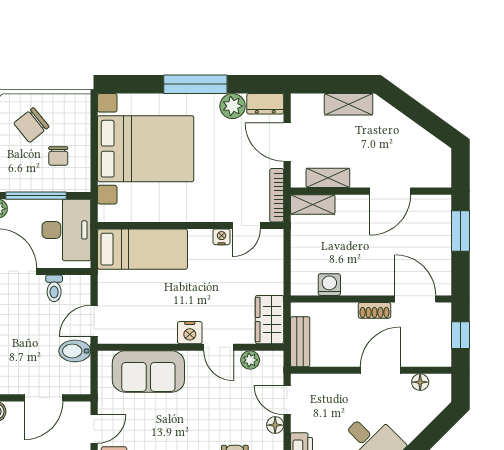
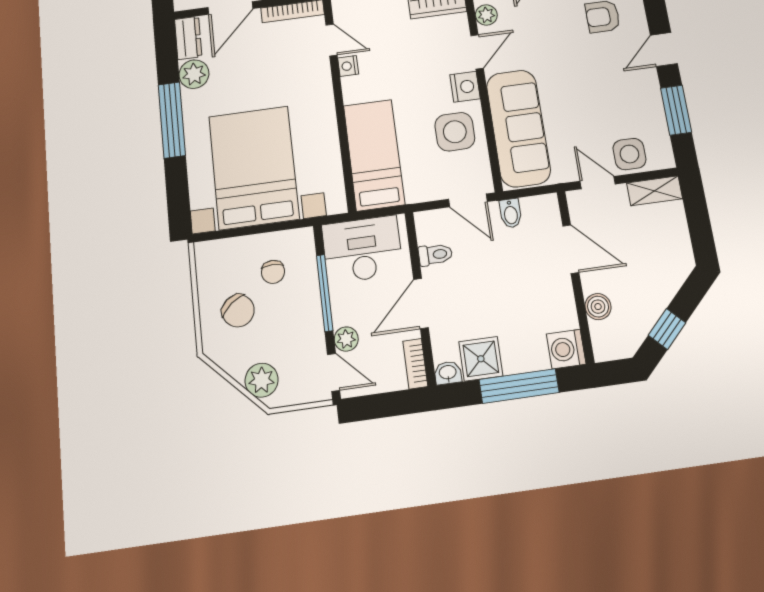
chair: (58, 156) -> (273, 272), turned 90
side table: (153, 319) -> (455, 132), added
bidet: (75, 351) -> (511, 213), width x0.72, depth x0.74
sofa: (148, 372) -> (518, 128), width x1.36

